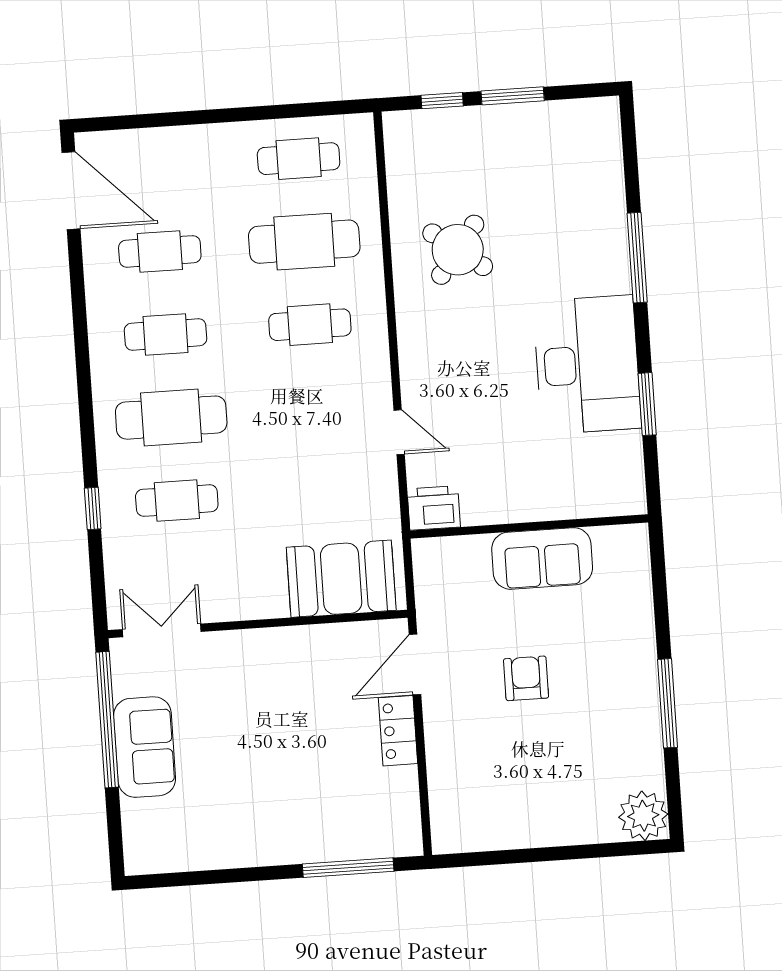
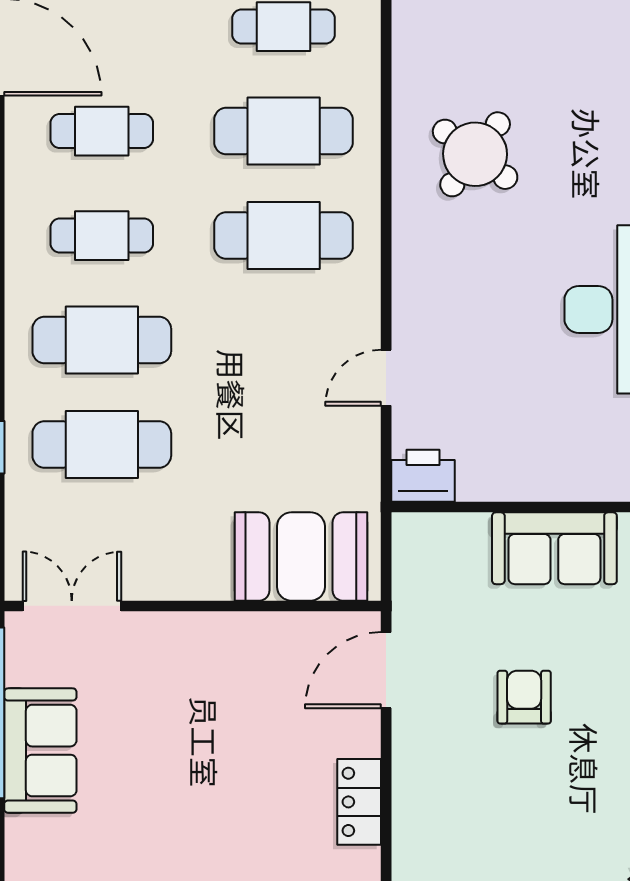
cafe table: (310, 325) -> (284, 236), width x1.37, depth x1.35
door: (399, 432) -> (386, 378), swing flipped
cafe table: (177, 501) -> (102, 445), width x1.37, depth x1.35
locker: (398, 731) -> (359, 802), moved

